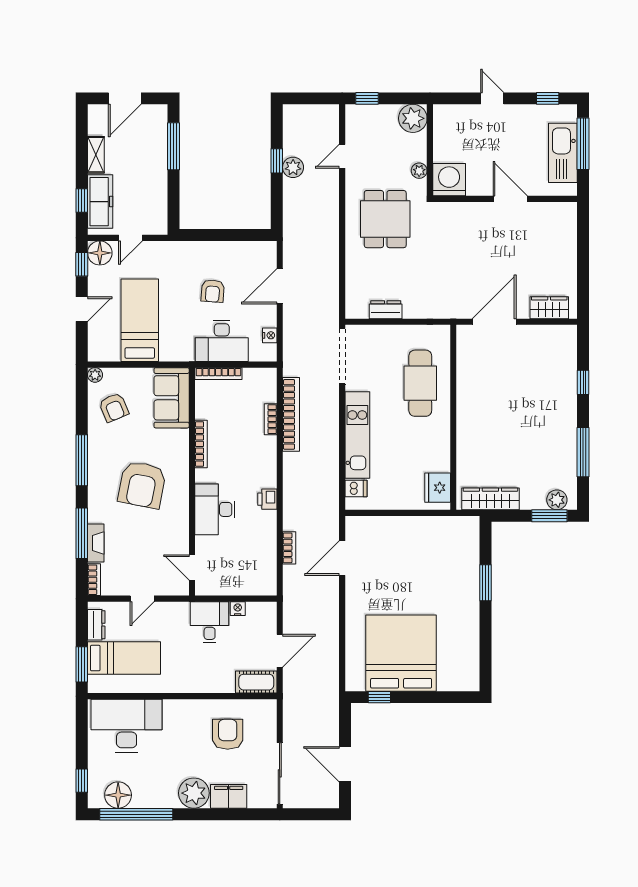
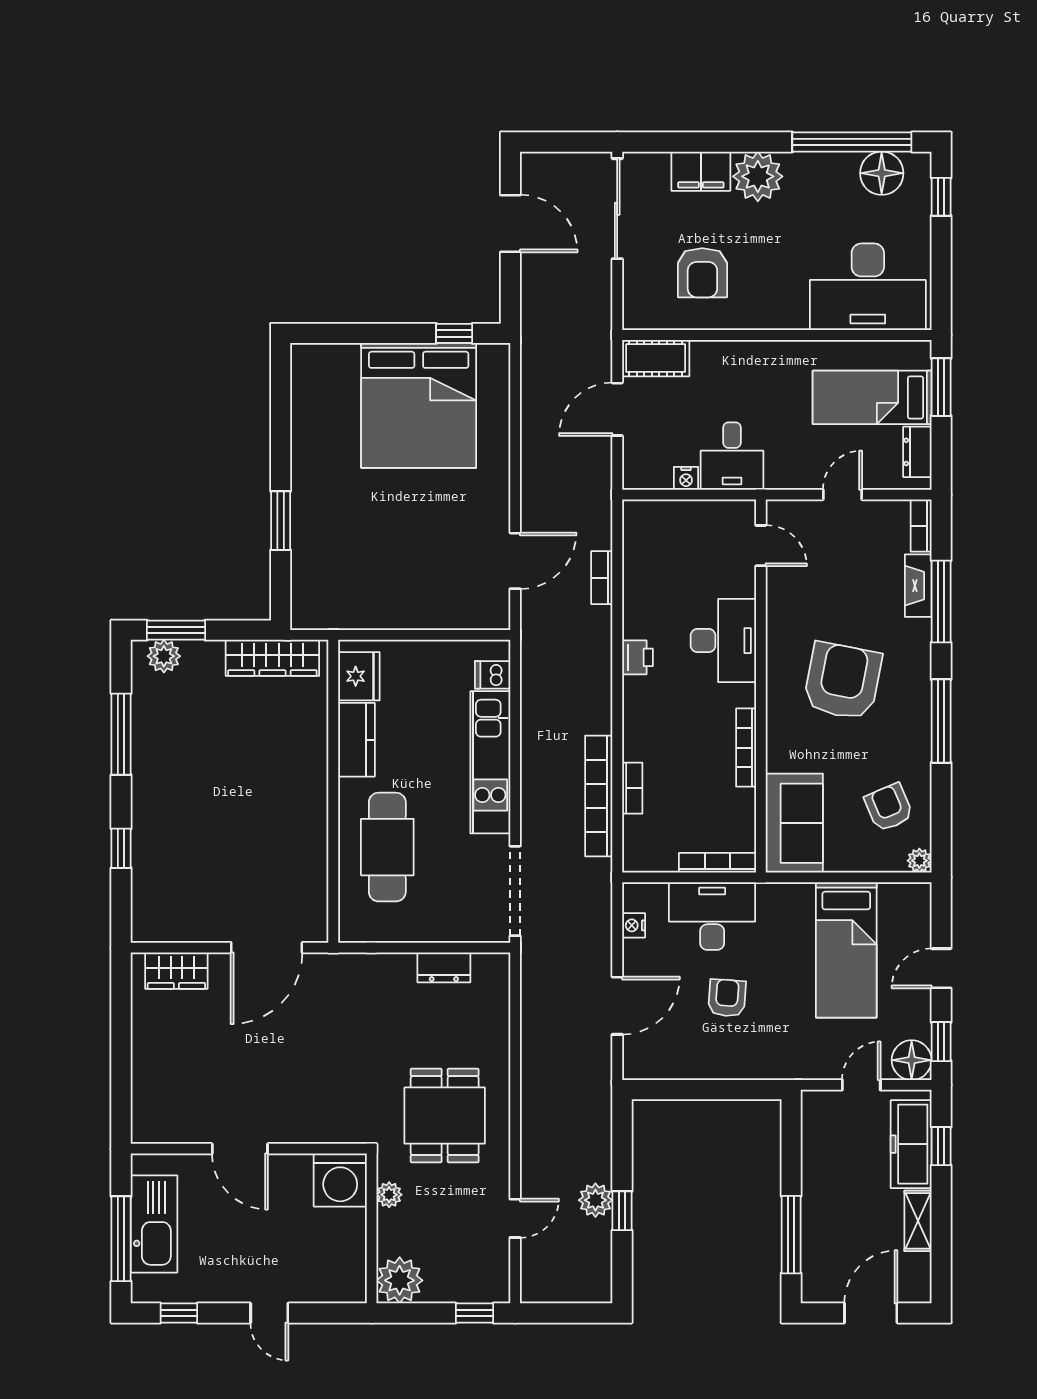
kitchen counter: (439, 449) -> (356, 740), added

